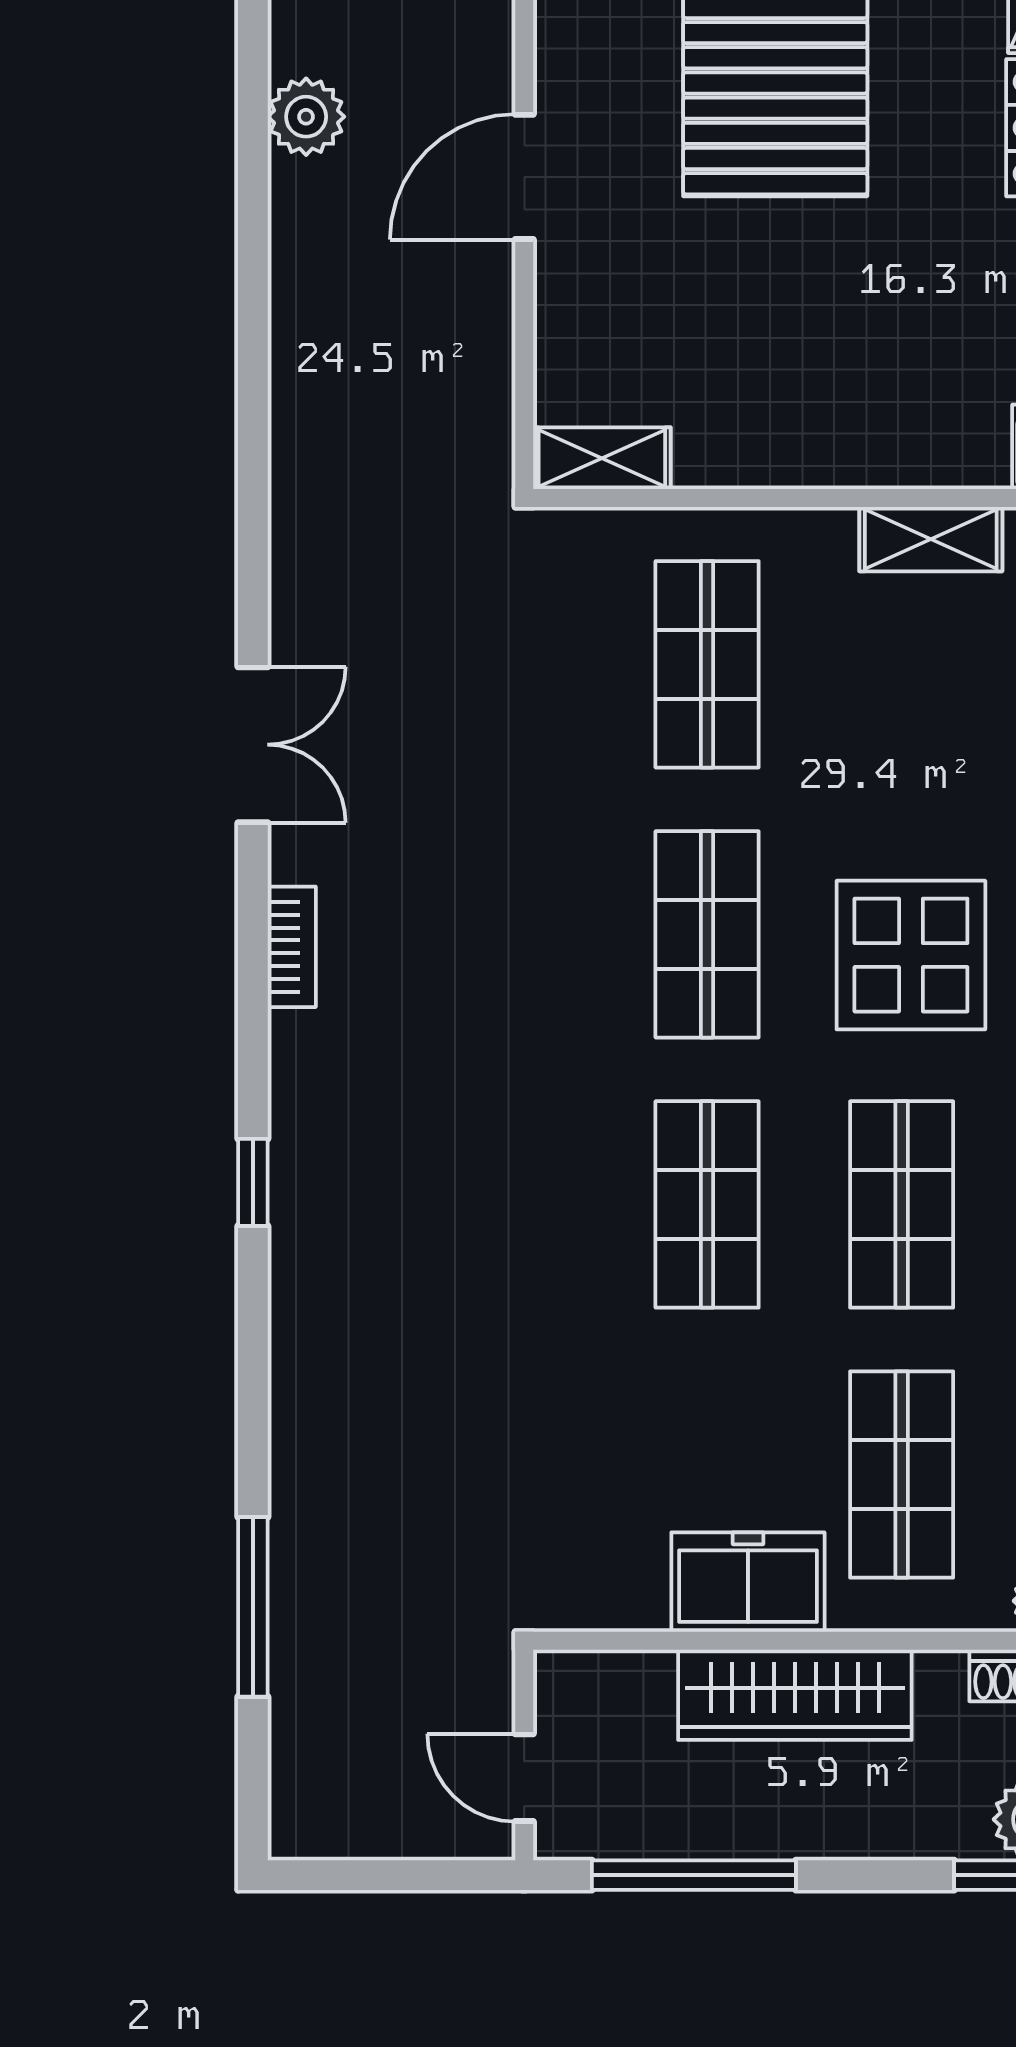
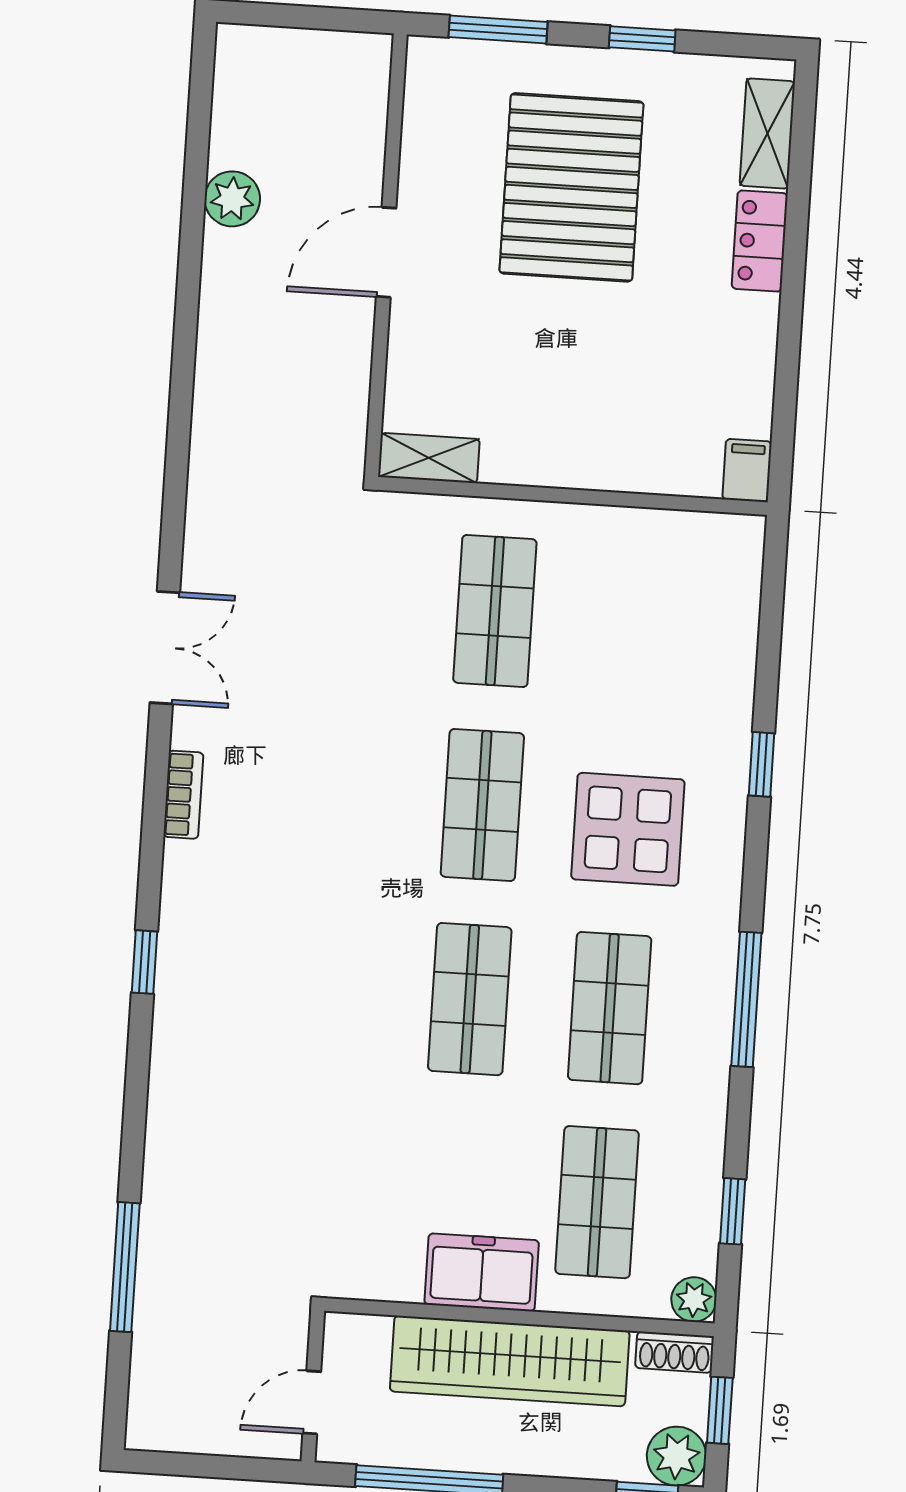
shelving: (931, 539) -> (661, 531), removed
wardrobe: (795, 1695) -> (510, 1361), width x1.40, depth x1.17
door: (524, 1778) -> (312, 1402), hinge flipped

